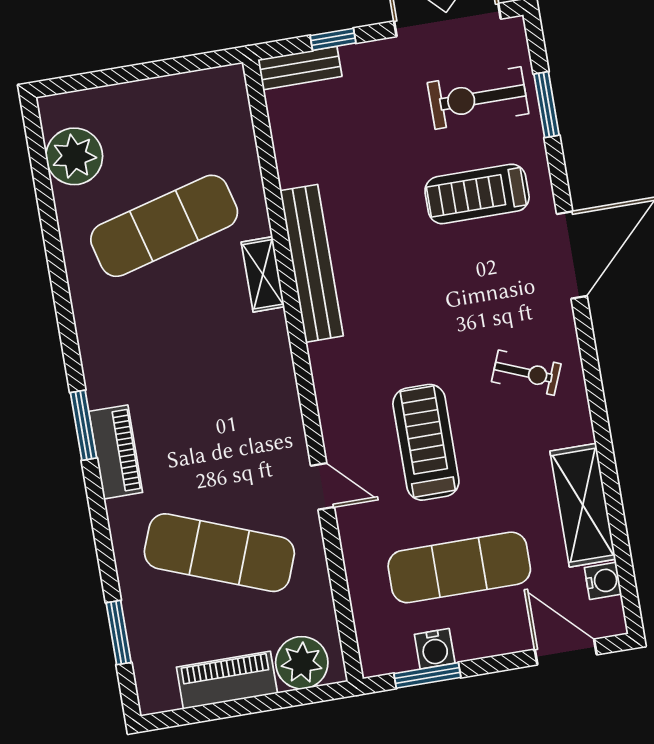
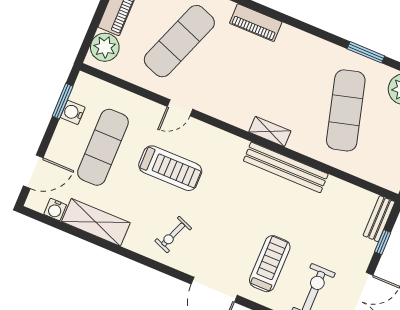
shelving: (263, 274) -> (270, 131), moved
window: (83, 425) -> (366, 52), moved

